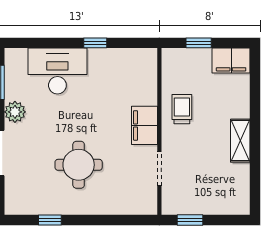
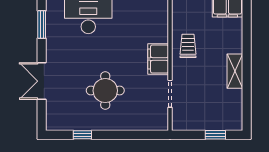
plant: (15, 112) -> (54, 48), removed
window: (190, 220) -> (215, 135), moved

